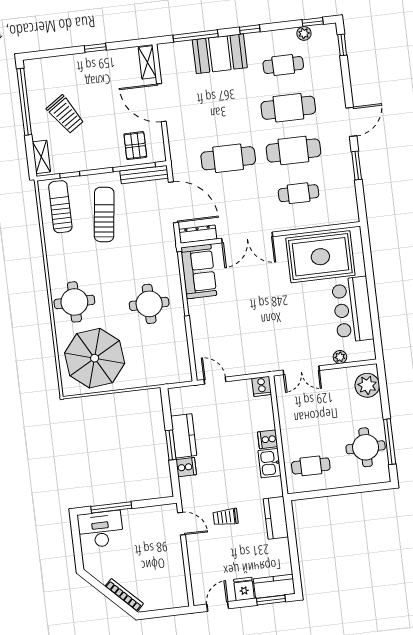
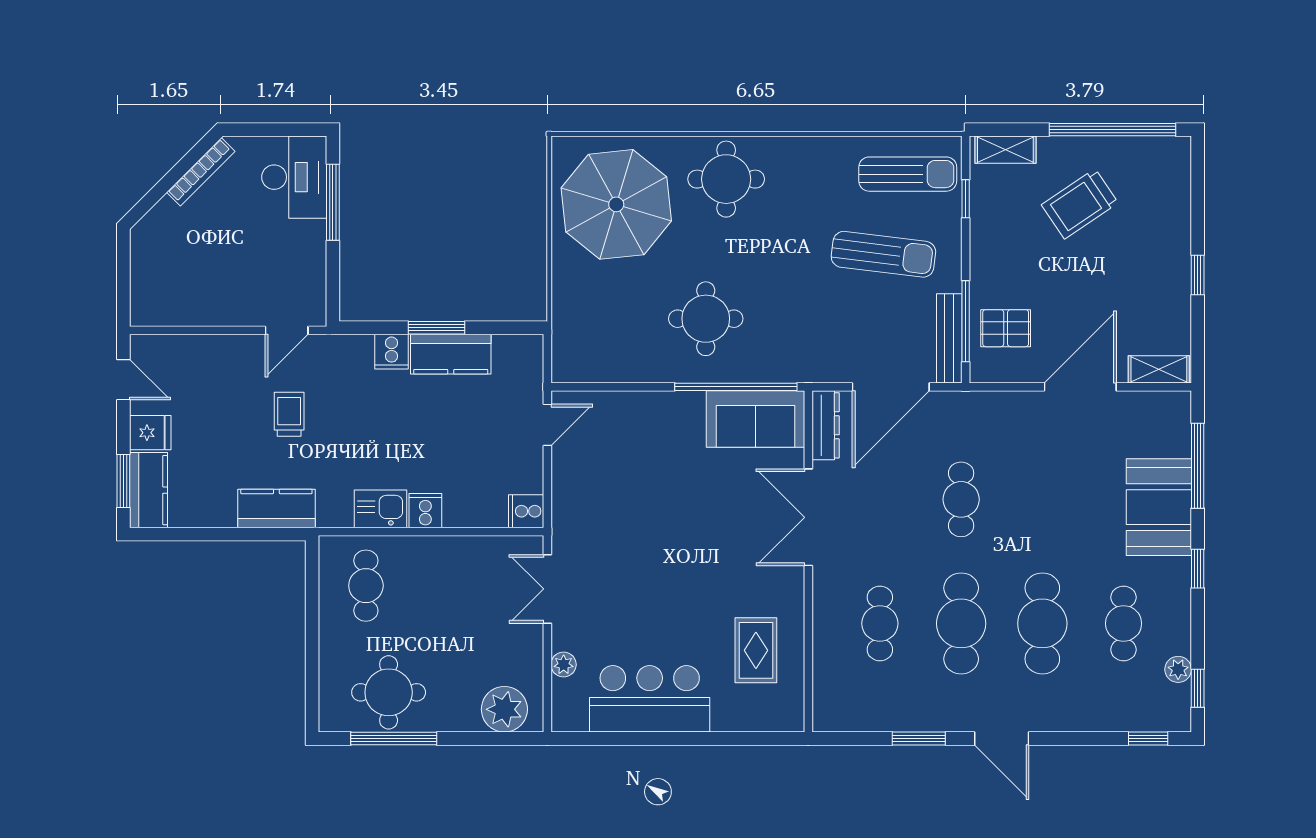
cafe table: (228, 158) -> (961, 499), width x0.73, depth x0.74
rug: (320, 257) -> (756, 650), width x0.54, depth x0.49
bookcase: (124, 595) -> (201, 172), moved

